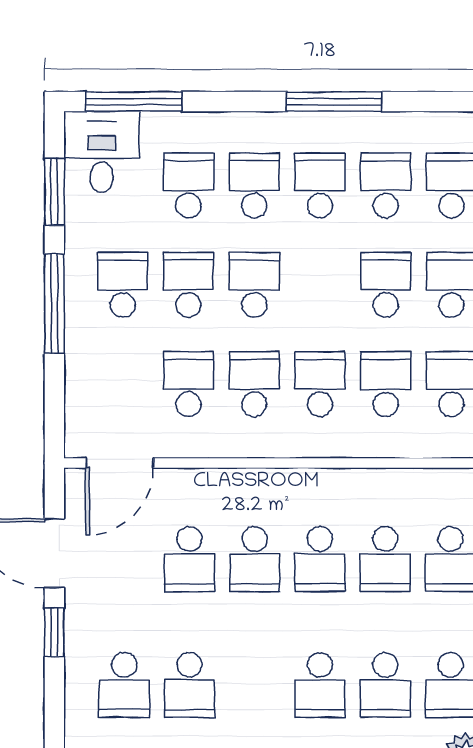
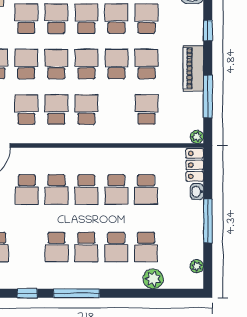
school desk: (386, 384) -> (86, 64), moved
school desk: (189, 685) -> (57, 247), moved

